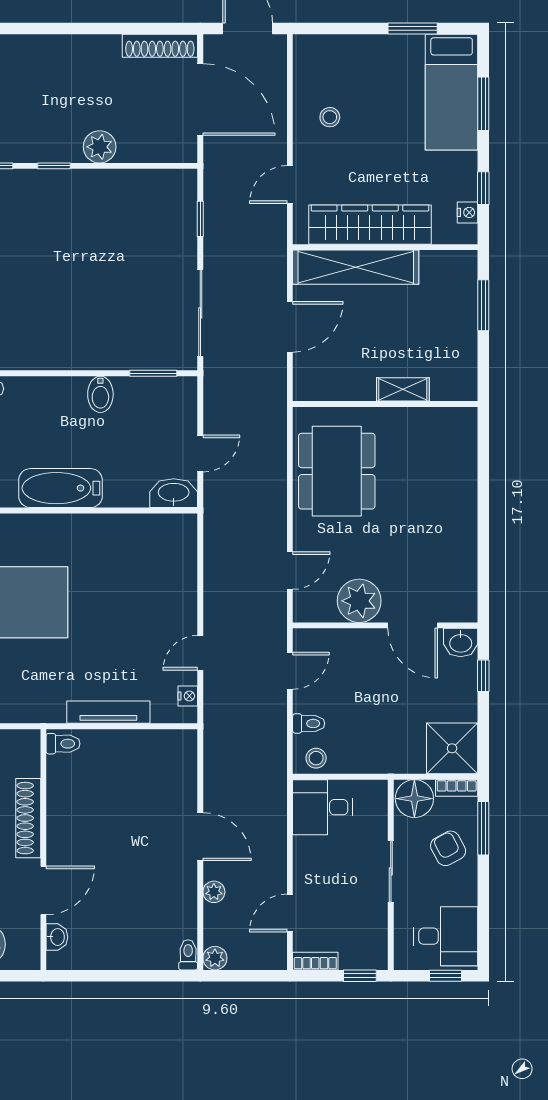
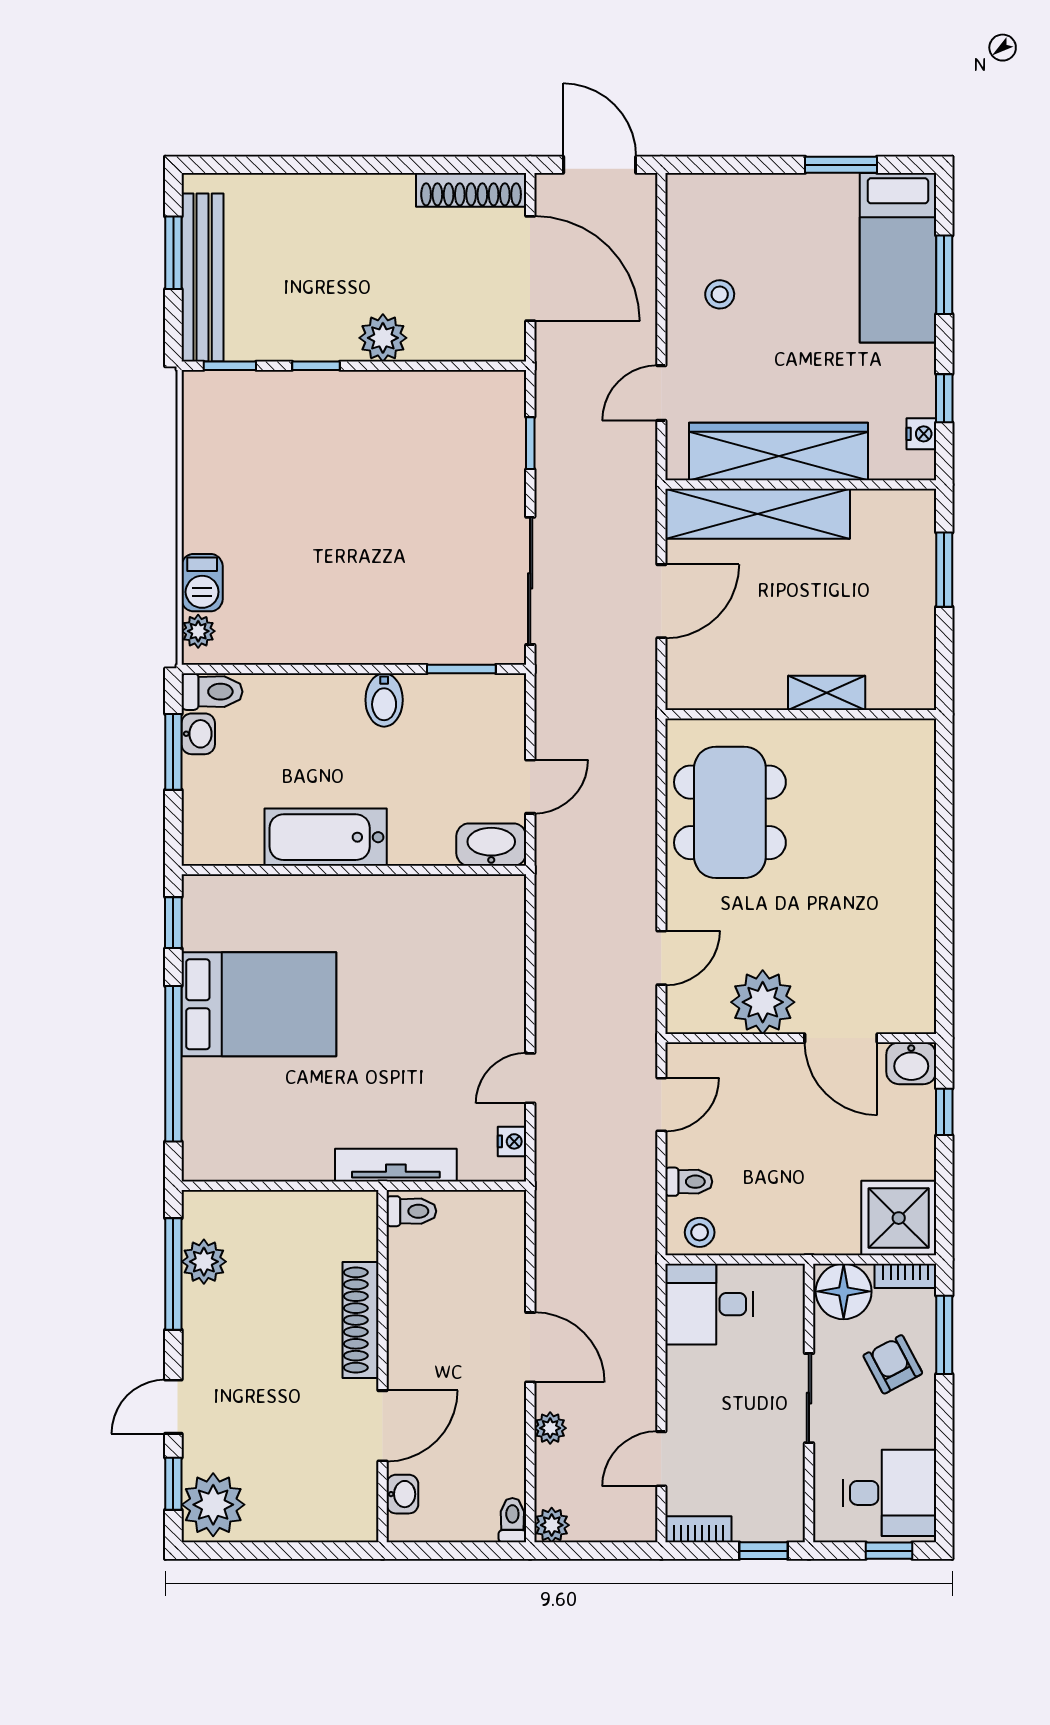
toilet: (63, 744) -> (411, 1211), moved
shoe rack: (28, 818) -> (360, 1320), moved
wall: (43, 850) -> (383, 1366), moved
door: (43, 890) -> (383, 1426), moved
washbasin: (57, 937) -> (402, 1494), moved

